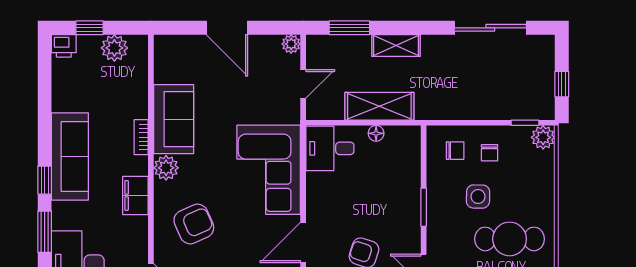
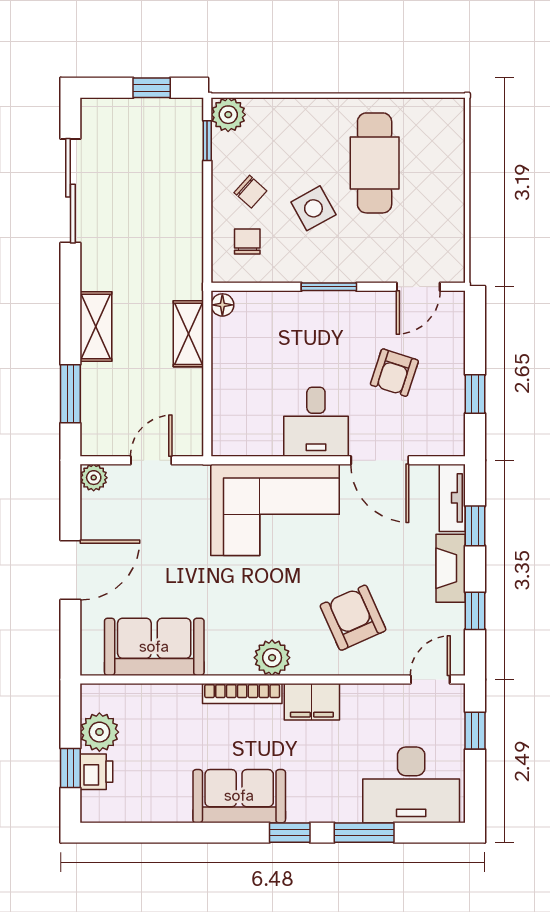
printer: (64, 46) -> (96, 772), moved
door: (303, 84) -> (151, 460), hinge flipped
shelving: (379, 106) -> (188, 334), width x0.67, depth x0.75
sofa: (174, 119) -> (154, 647), moved
floor lamp: (376, 133) -> (222, 305), moved
bookcase: (141, 137) -> (242, 694), width x1.56
desk: (330, 148) -> (316, 422), moved
chair: (490, 153) -> (250, 192), turned 42
sofa: (70, 156) -> (239, 796), width x0.73
side table: (478, 197) -> (313, 208), turned -30

